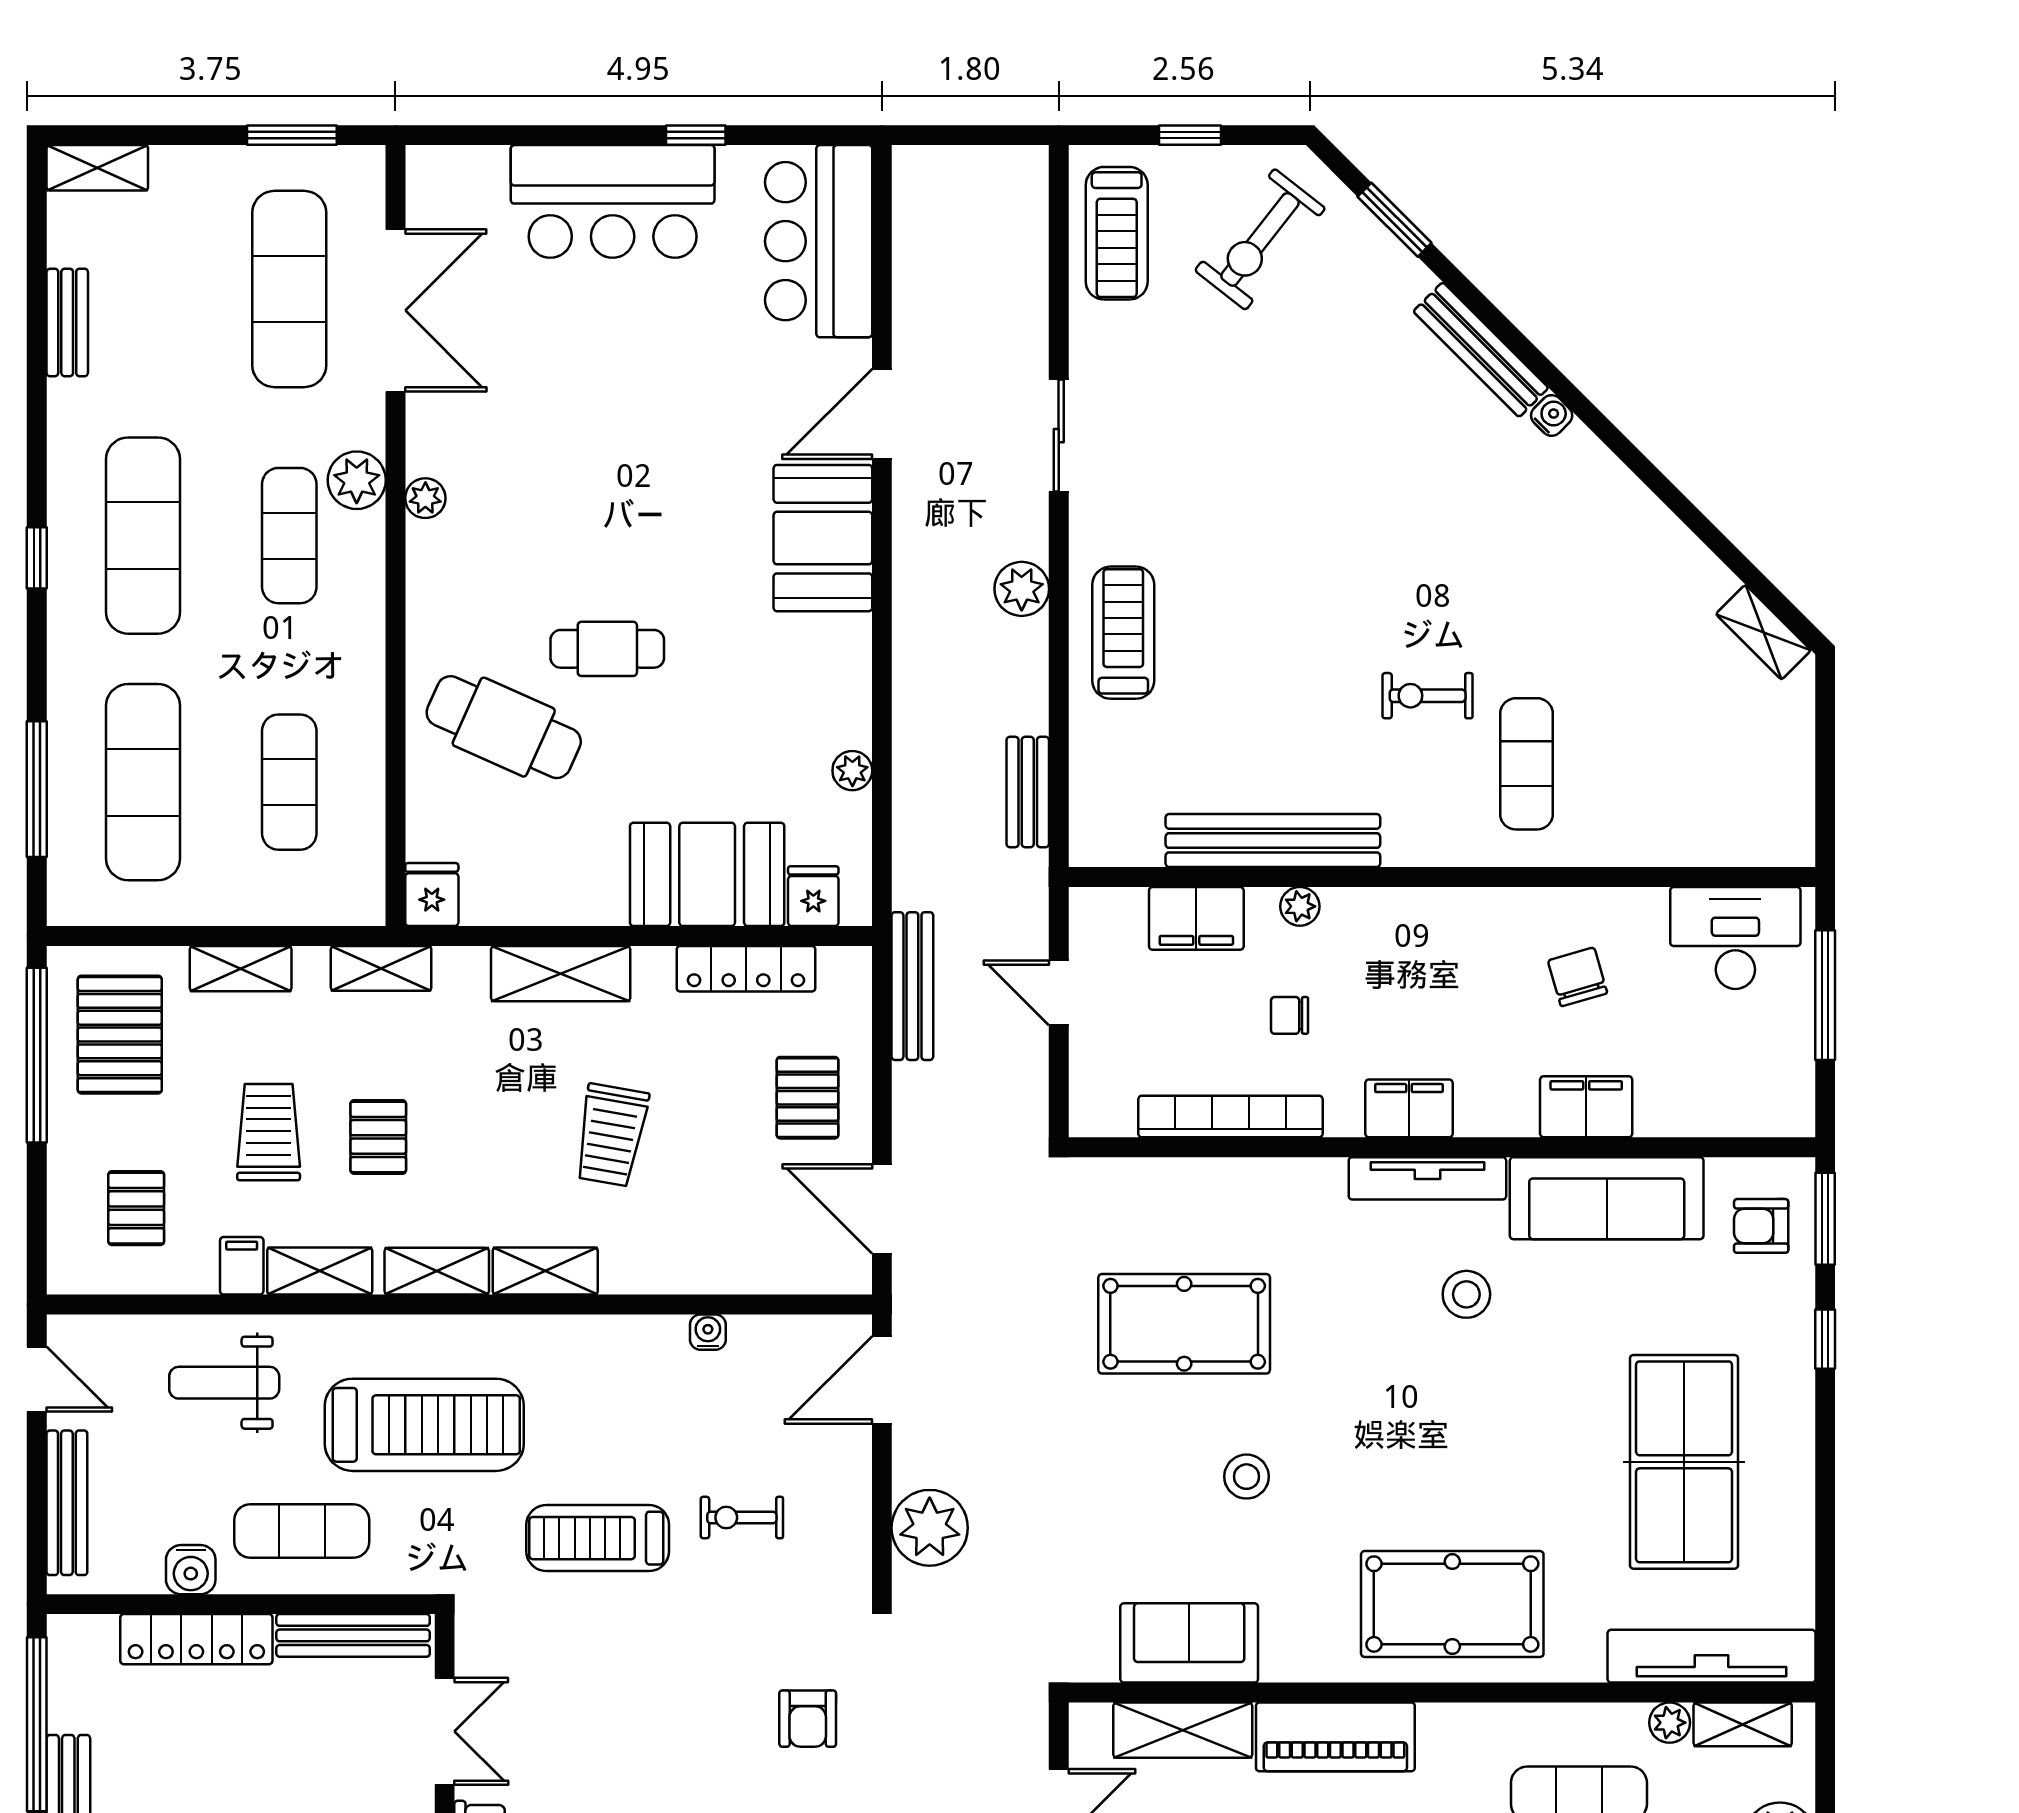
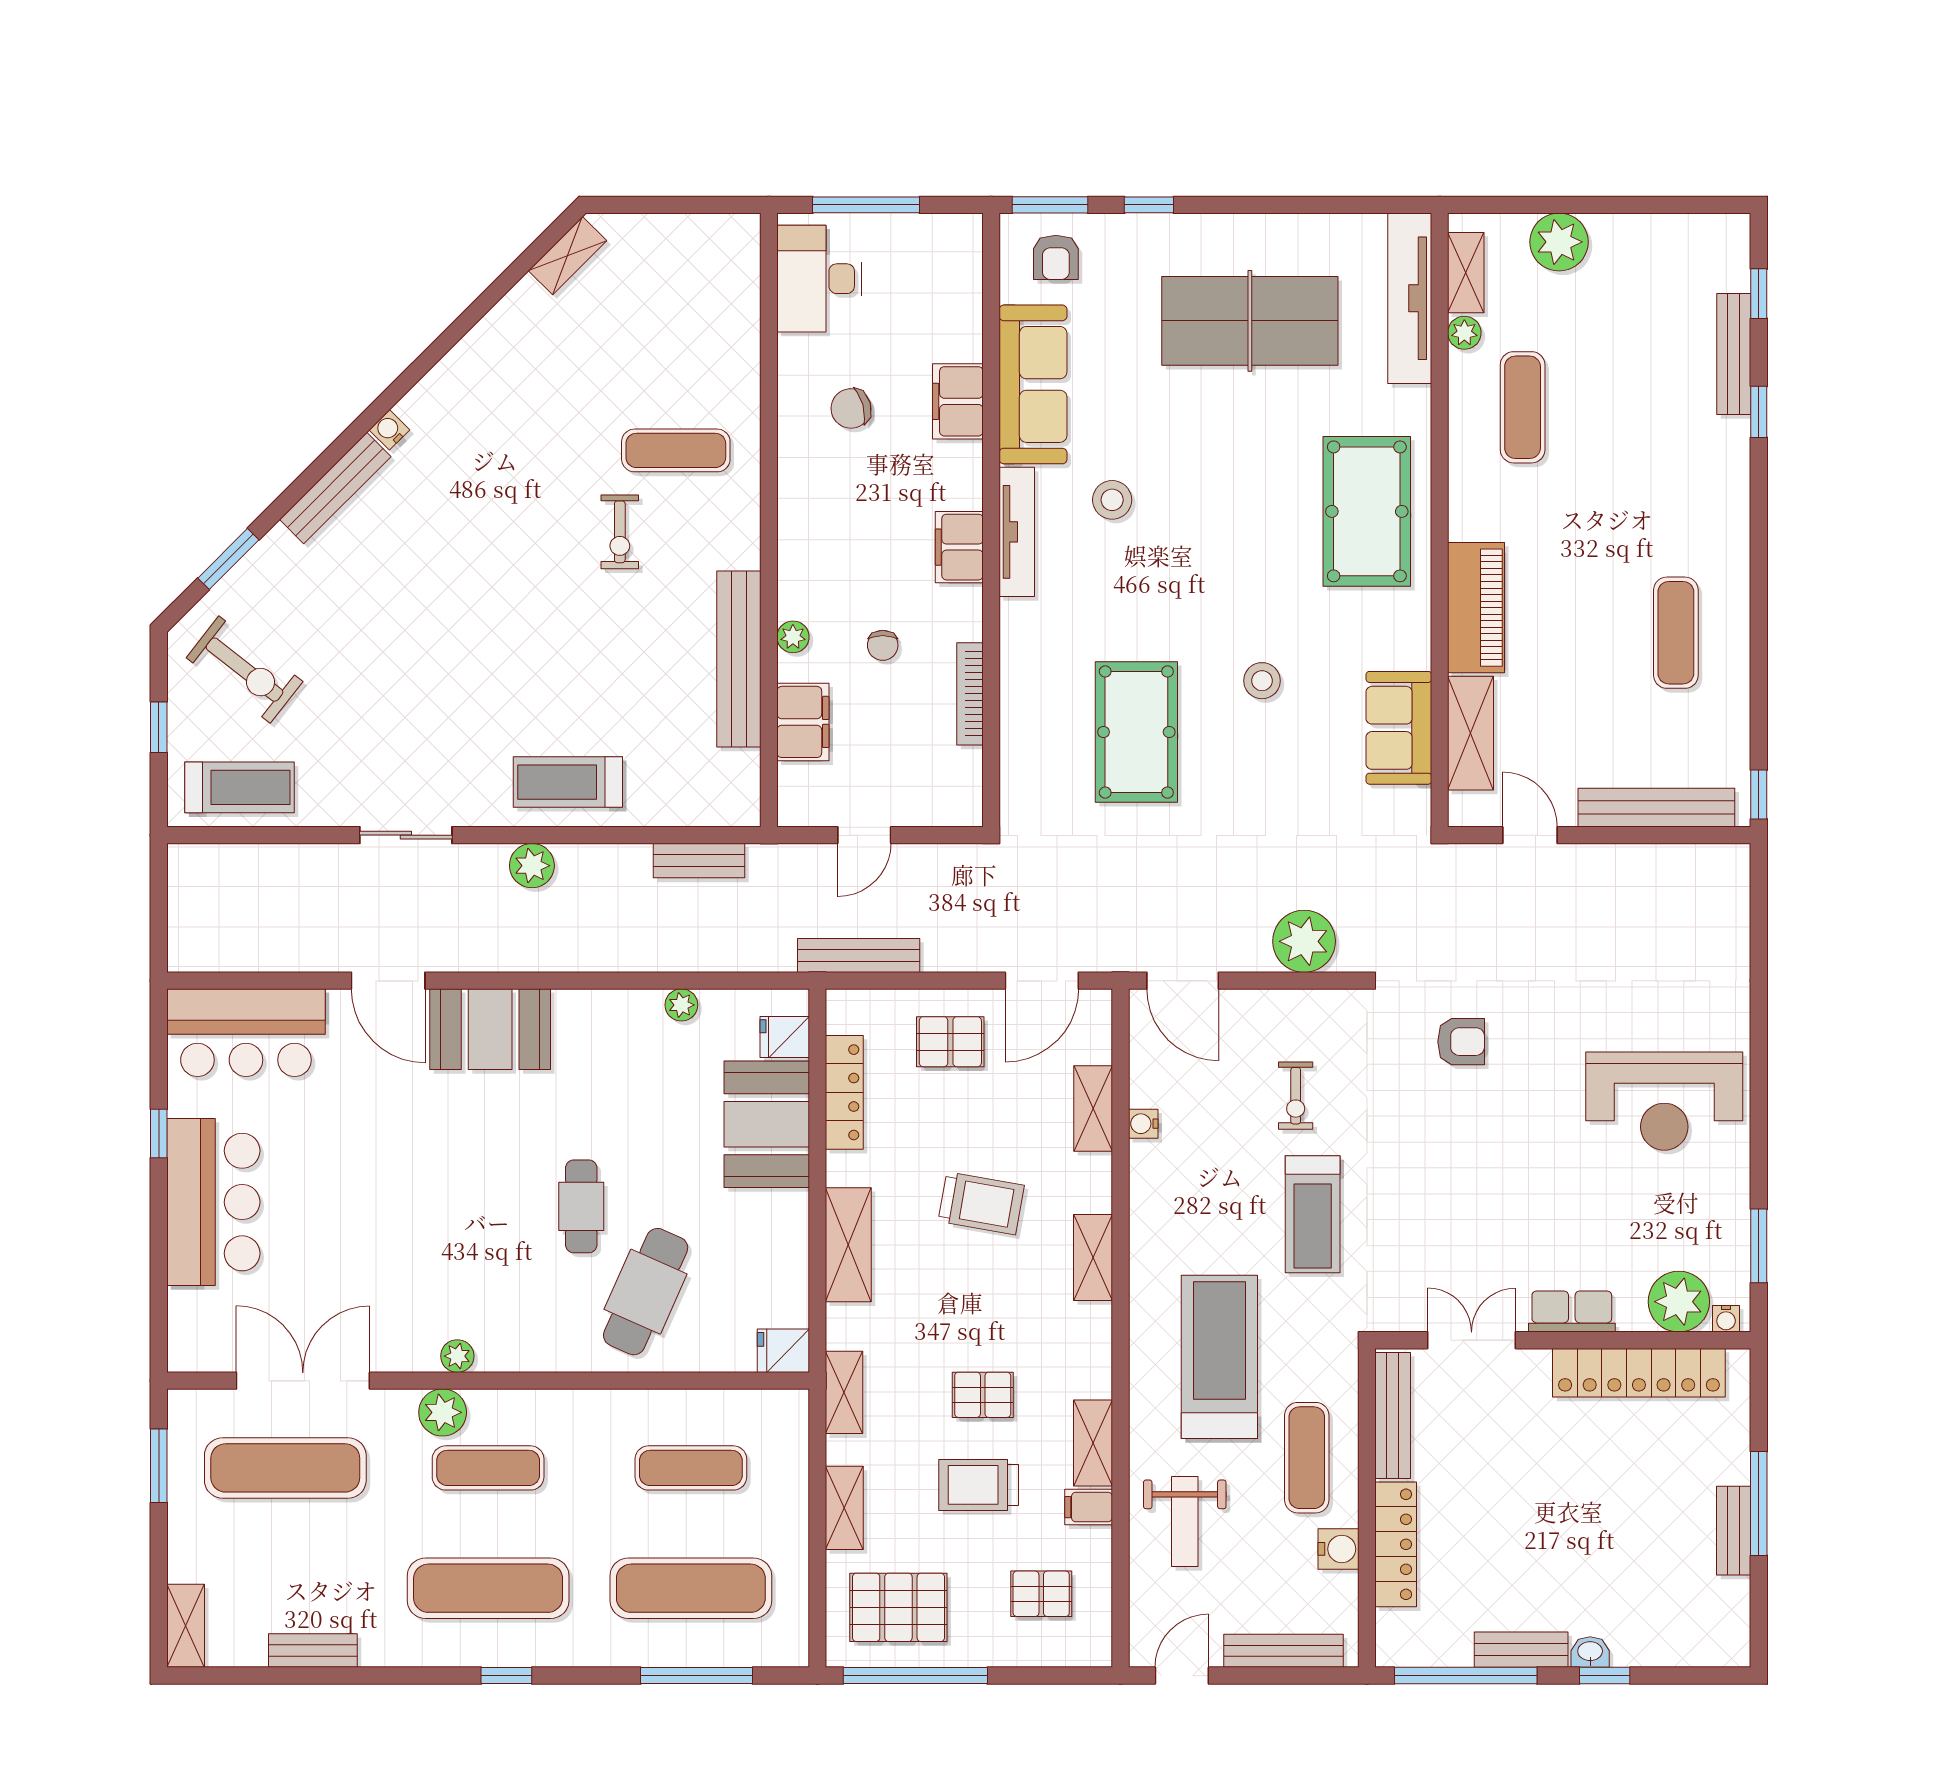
bookcase: (1230, 1116) -> (970, 694), width x0.68, depth x0.76
shelving: (437, 1271) -> (1093, 1108), moved

